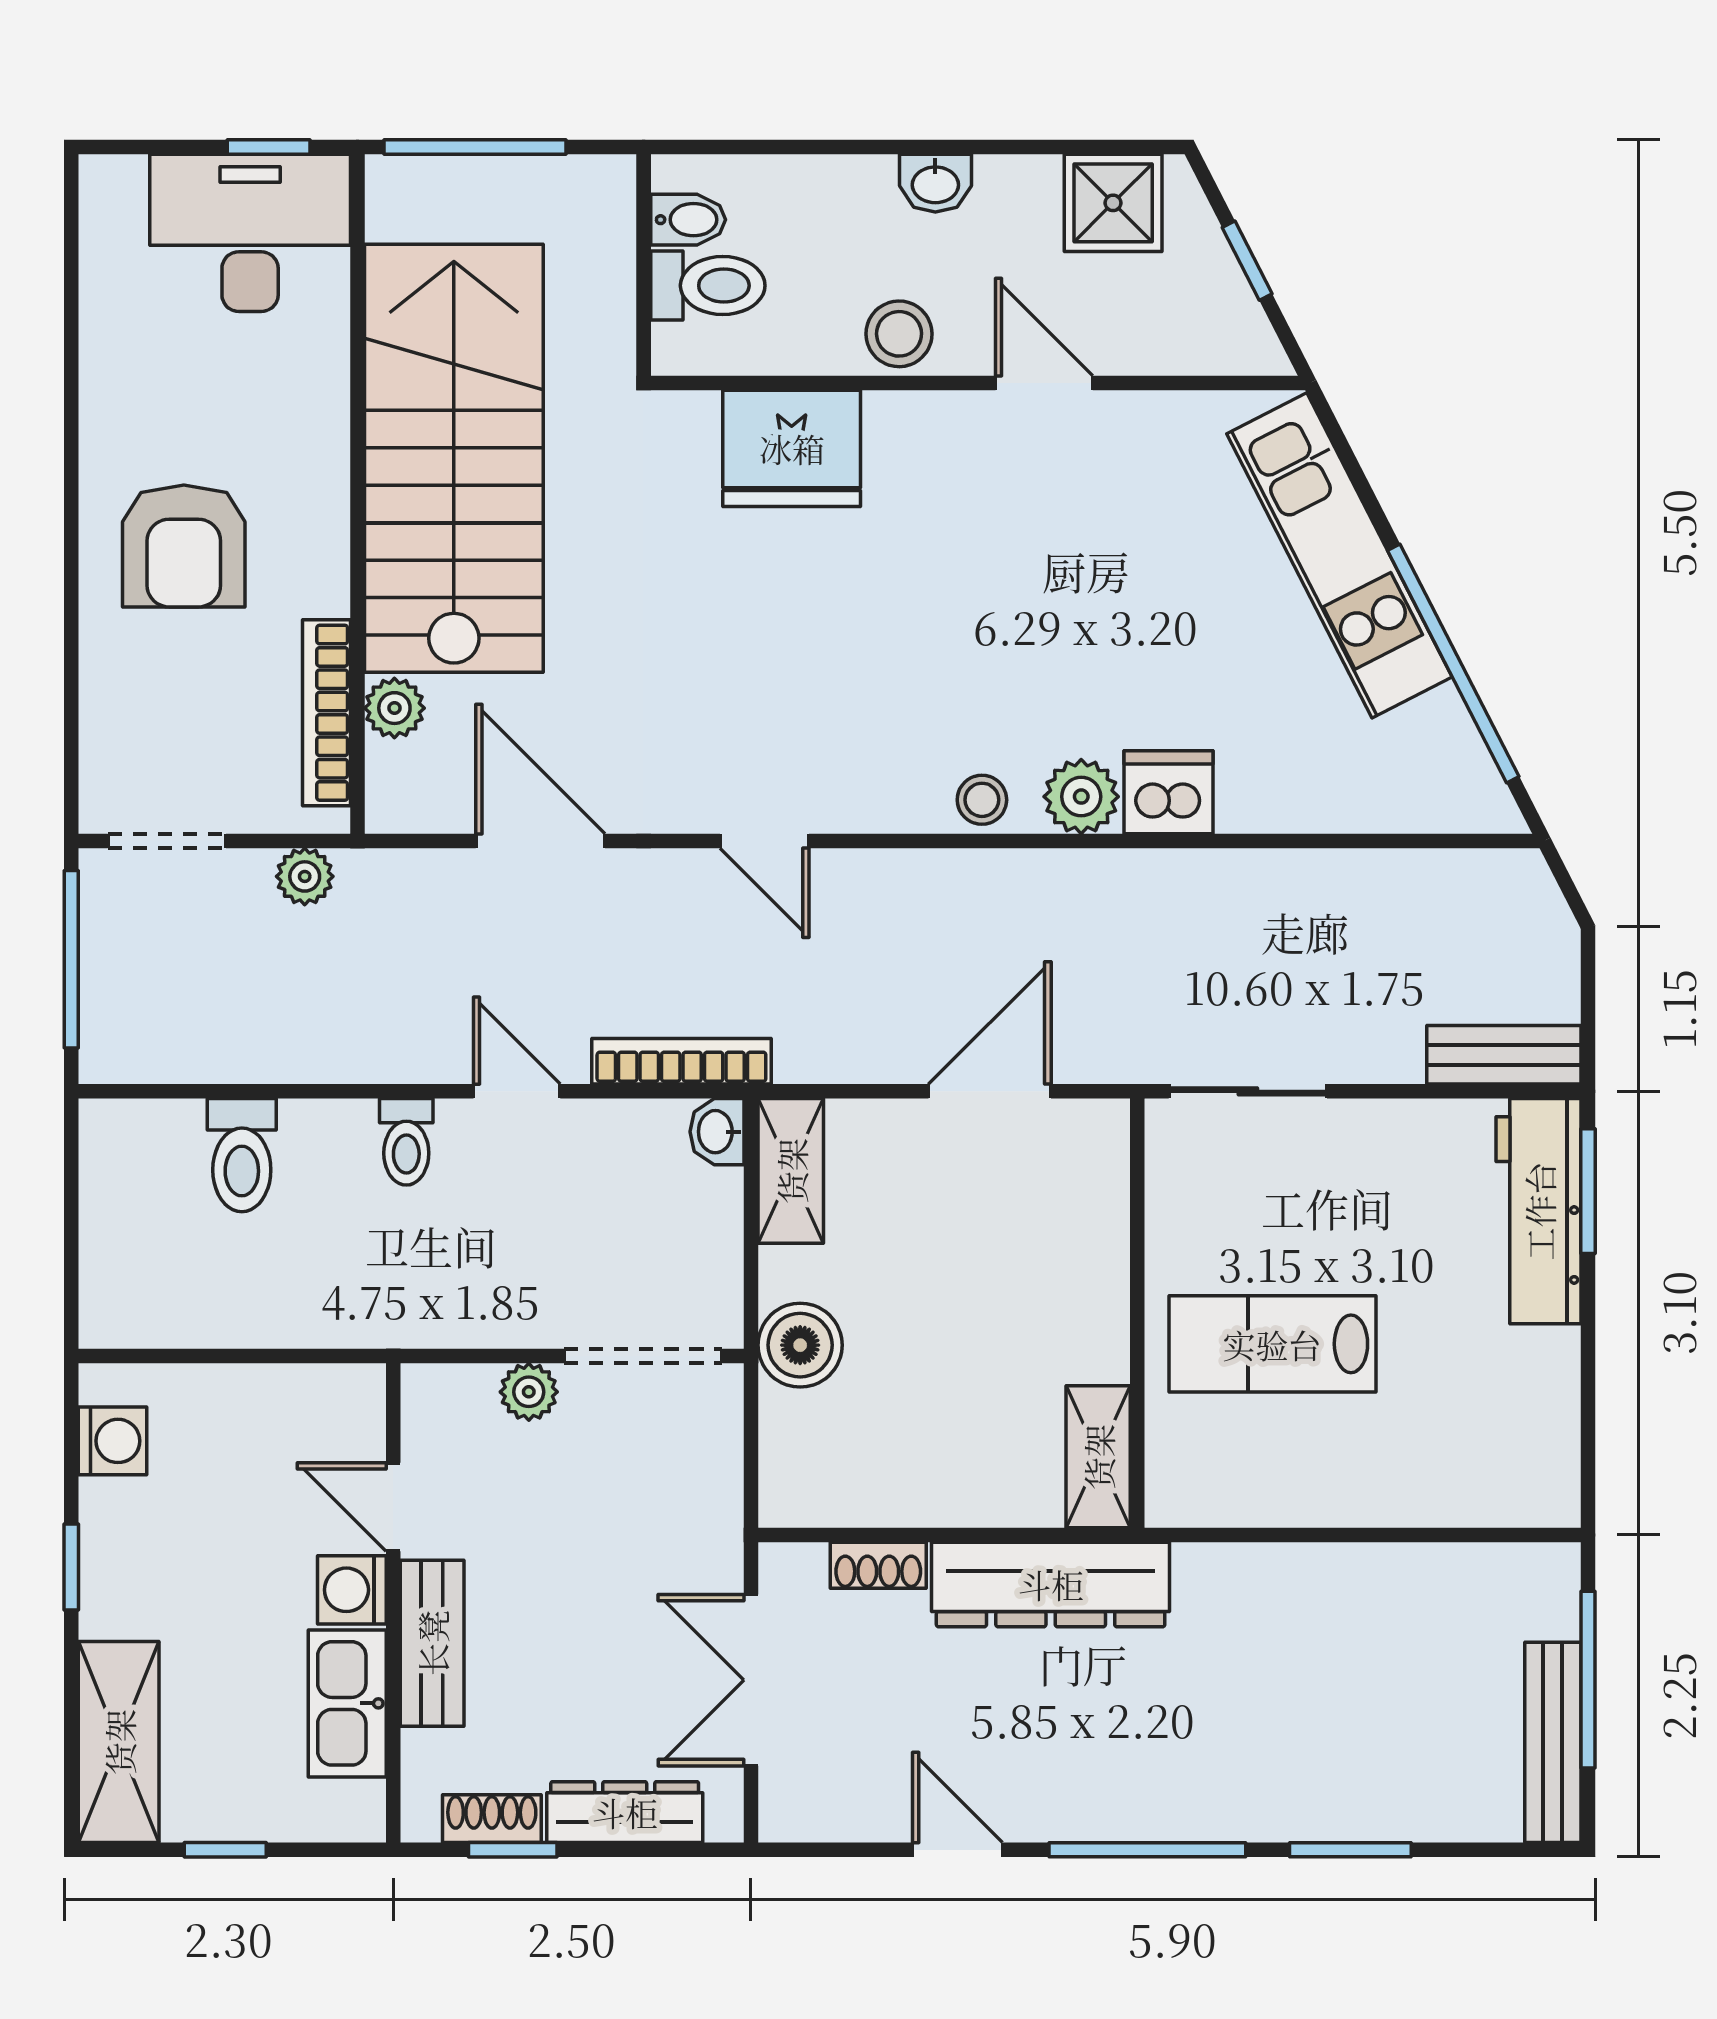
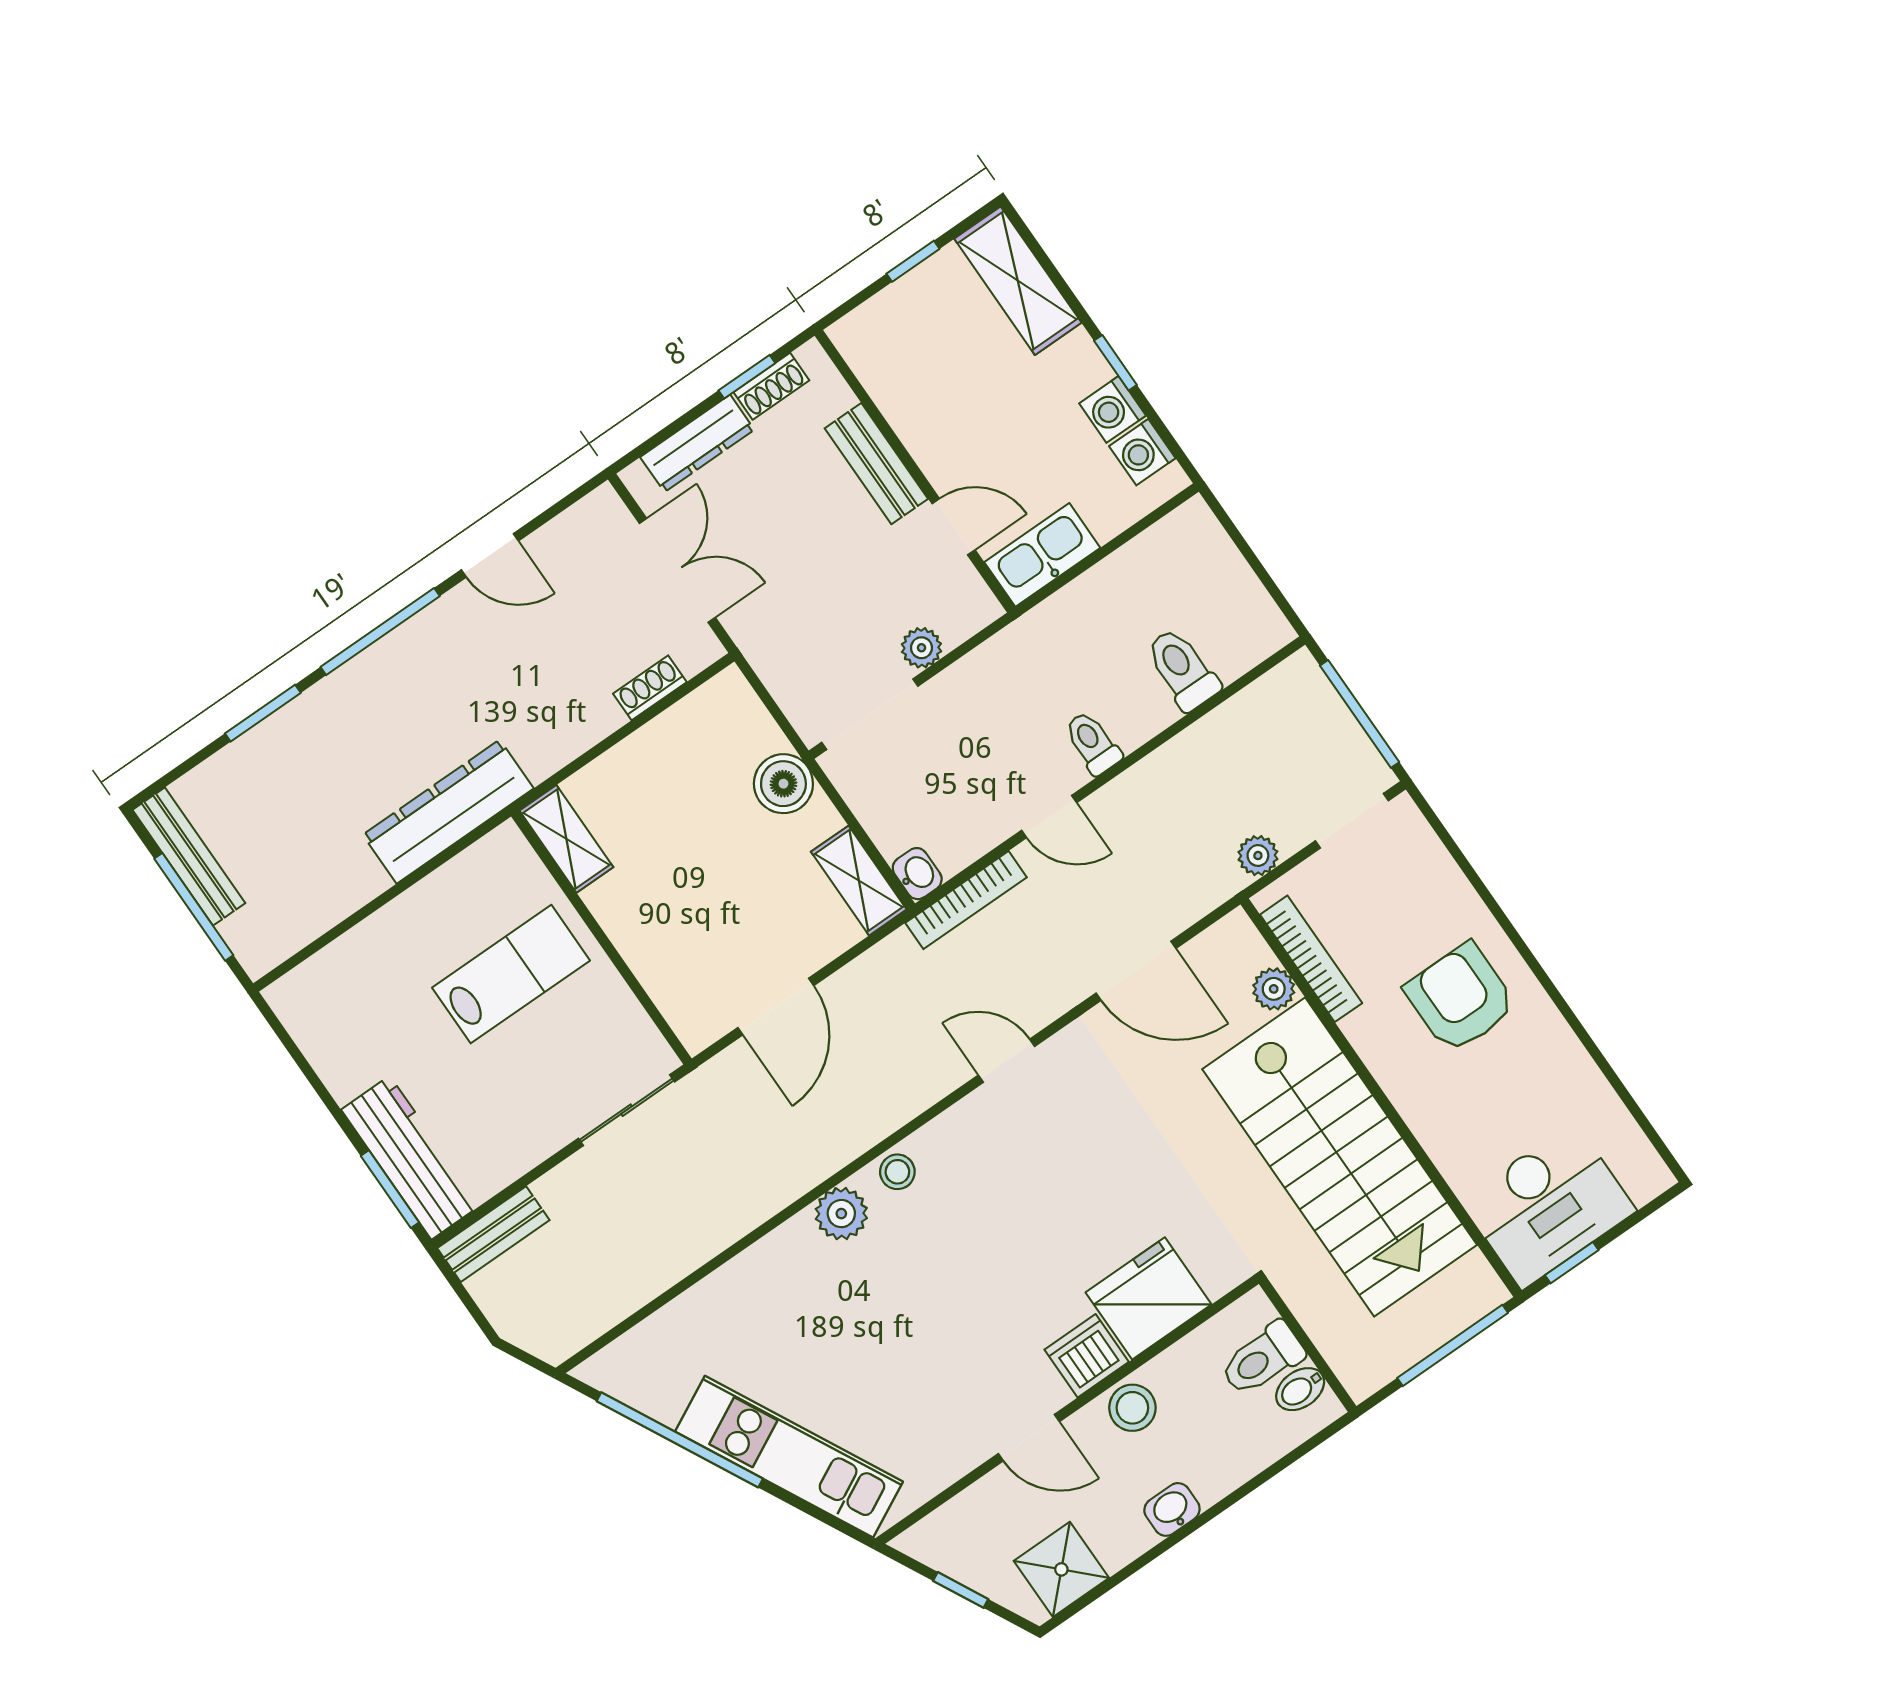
dishwasher: (1169, 792) -> (1087, 1356), moved, turned 180
dresser: (1051, 1584) -> (448, 812), moved
washing machine: (352, 1590) -> (1113, 409), moved, turned 180
kitchen sink: (347, 1703) -> (1042, 555), moved, turned -90

